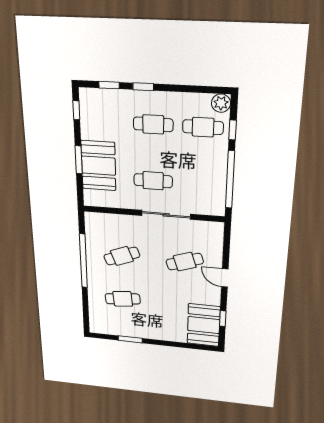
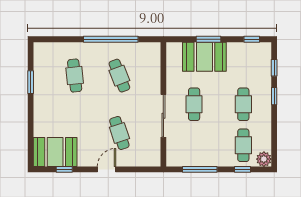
window: (230, 180) -> (200, 169), width x0.68

